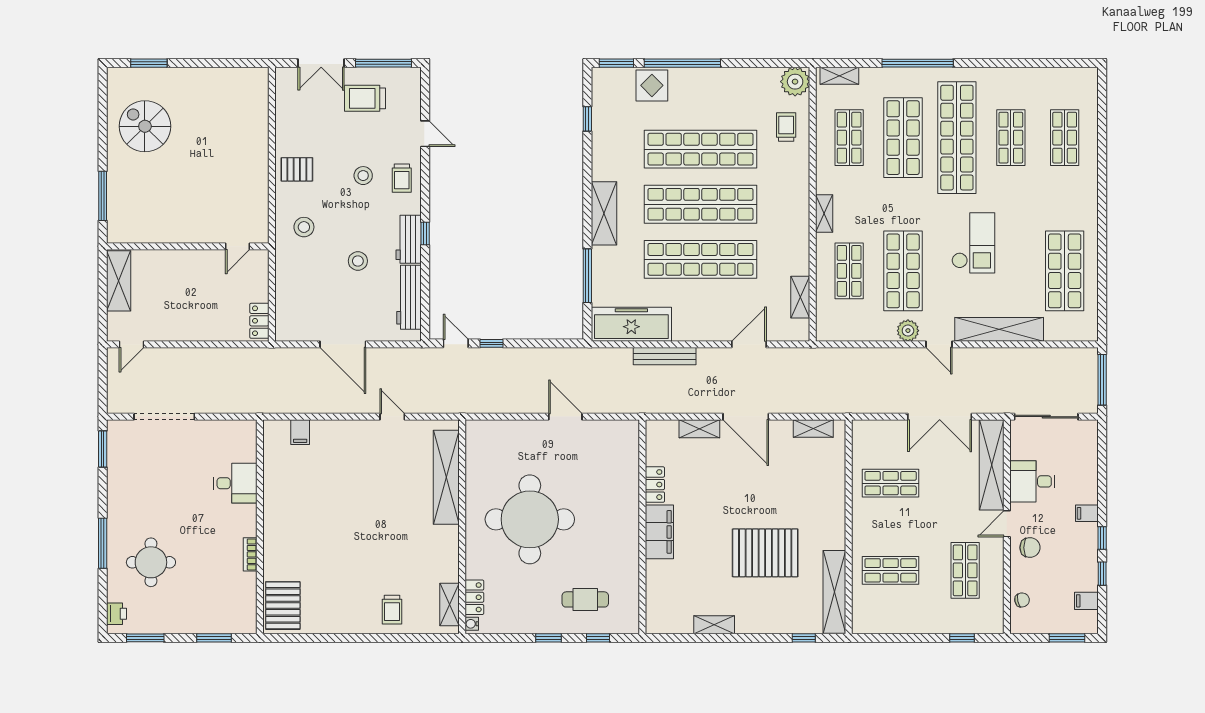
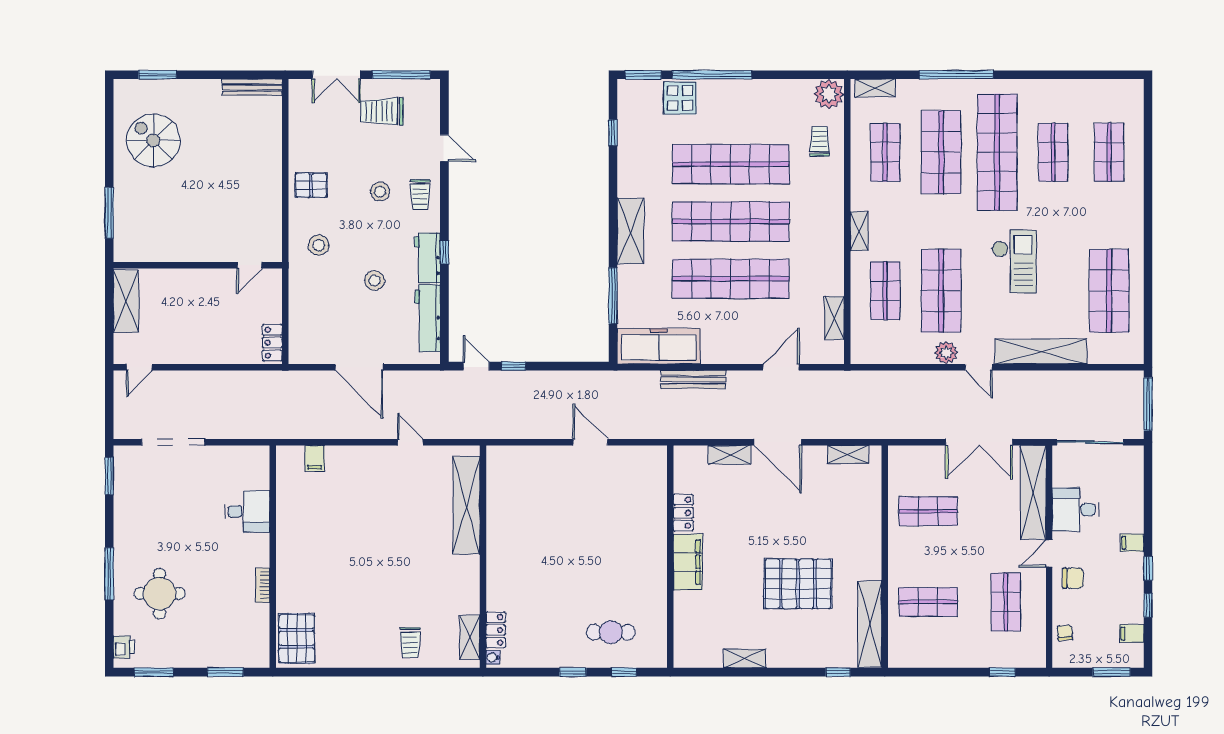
bench: (240, 75) -> (252, 87), added
round table: (530, 519) -> (553, 549), removed
chair: (1022, 600) -> (1065, 633), turned -82

